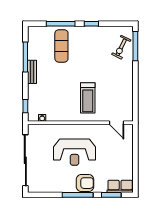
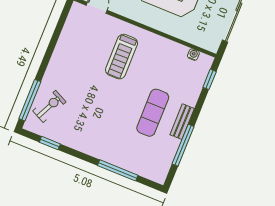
window: (91, 24) -> (50, 143), moved
exercise mat: (61, 46) -> (153, 113), moved
treadmill: (88, 98) -> (122, 57), turned 180

